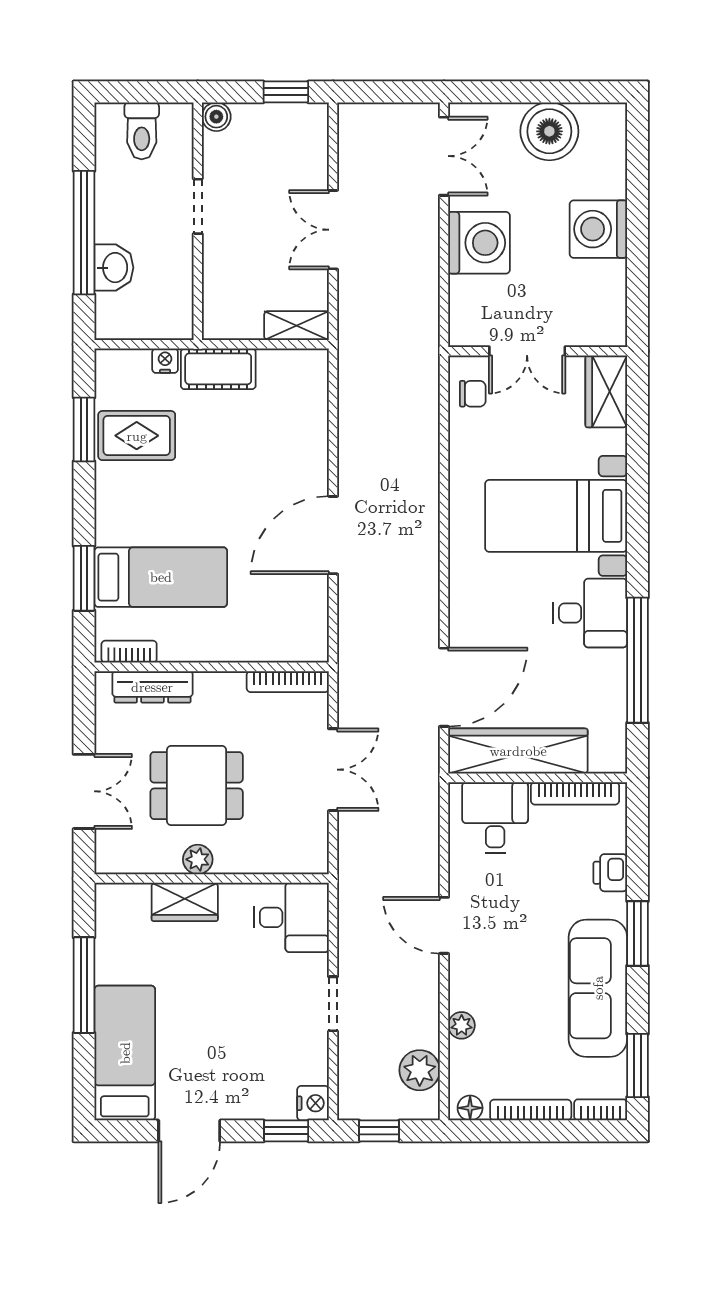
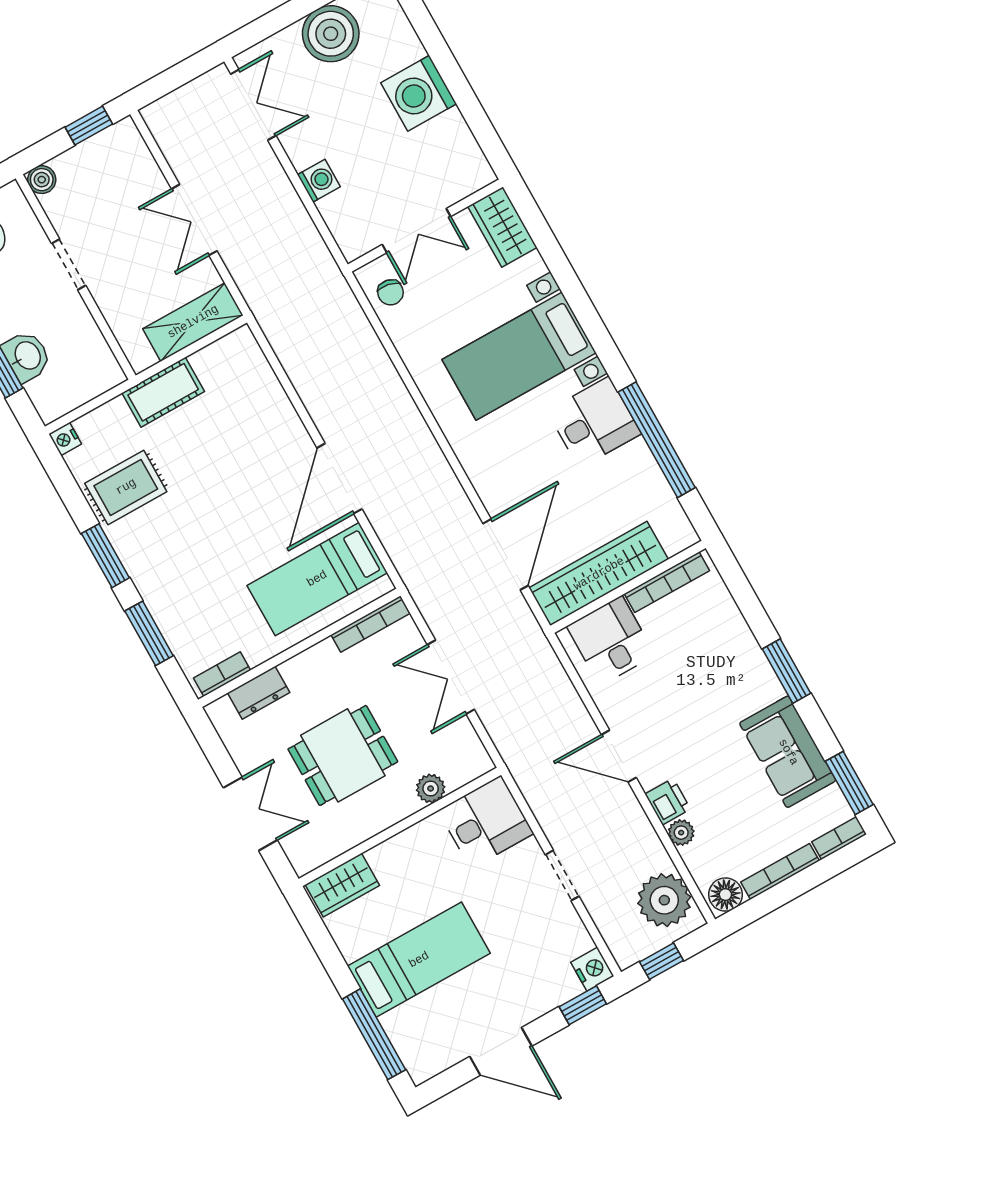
washing machine: (479, 243) -> (319, 181), width x0.53, depth x0.53
shelving: (296, 326) -> (193, 322), width x1.50, depth x1.33
nightstand: (165, 361) -> (65, 439), moved, turned -90
chair: (473, 394) -> (391, 292), turned 101
window: (84, 429) -> (105, 556), moved
bed: (161, 577) -> (317, 579), moved, turned 180
dresser: (152, 687) -> (259, 693), width x0.70
double door: (333, 770) -> (451, 677), swing flipped
plant: (198, 859) -> (431, 789), moved
printer: (610, 873) -> (668, 802), moved, turned 180
wardrobe: (185, 902) -> (342, 885), moved
window: (84, 985) -> (374, 1034), moved
sofa: (598, 988) -> (788, 752), width x0.73
bed: (125, 1053) -> (419, 960), moved, turned 90
plant: (420, 1070) -> (664, 900), width x1.36, depth x1.36
floor lamp: (470, 1108) -> (725, 895), width x1.37, depth x1.37
door: (189, 1131) -> (501, 1051), hinge flipped

